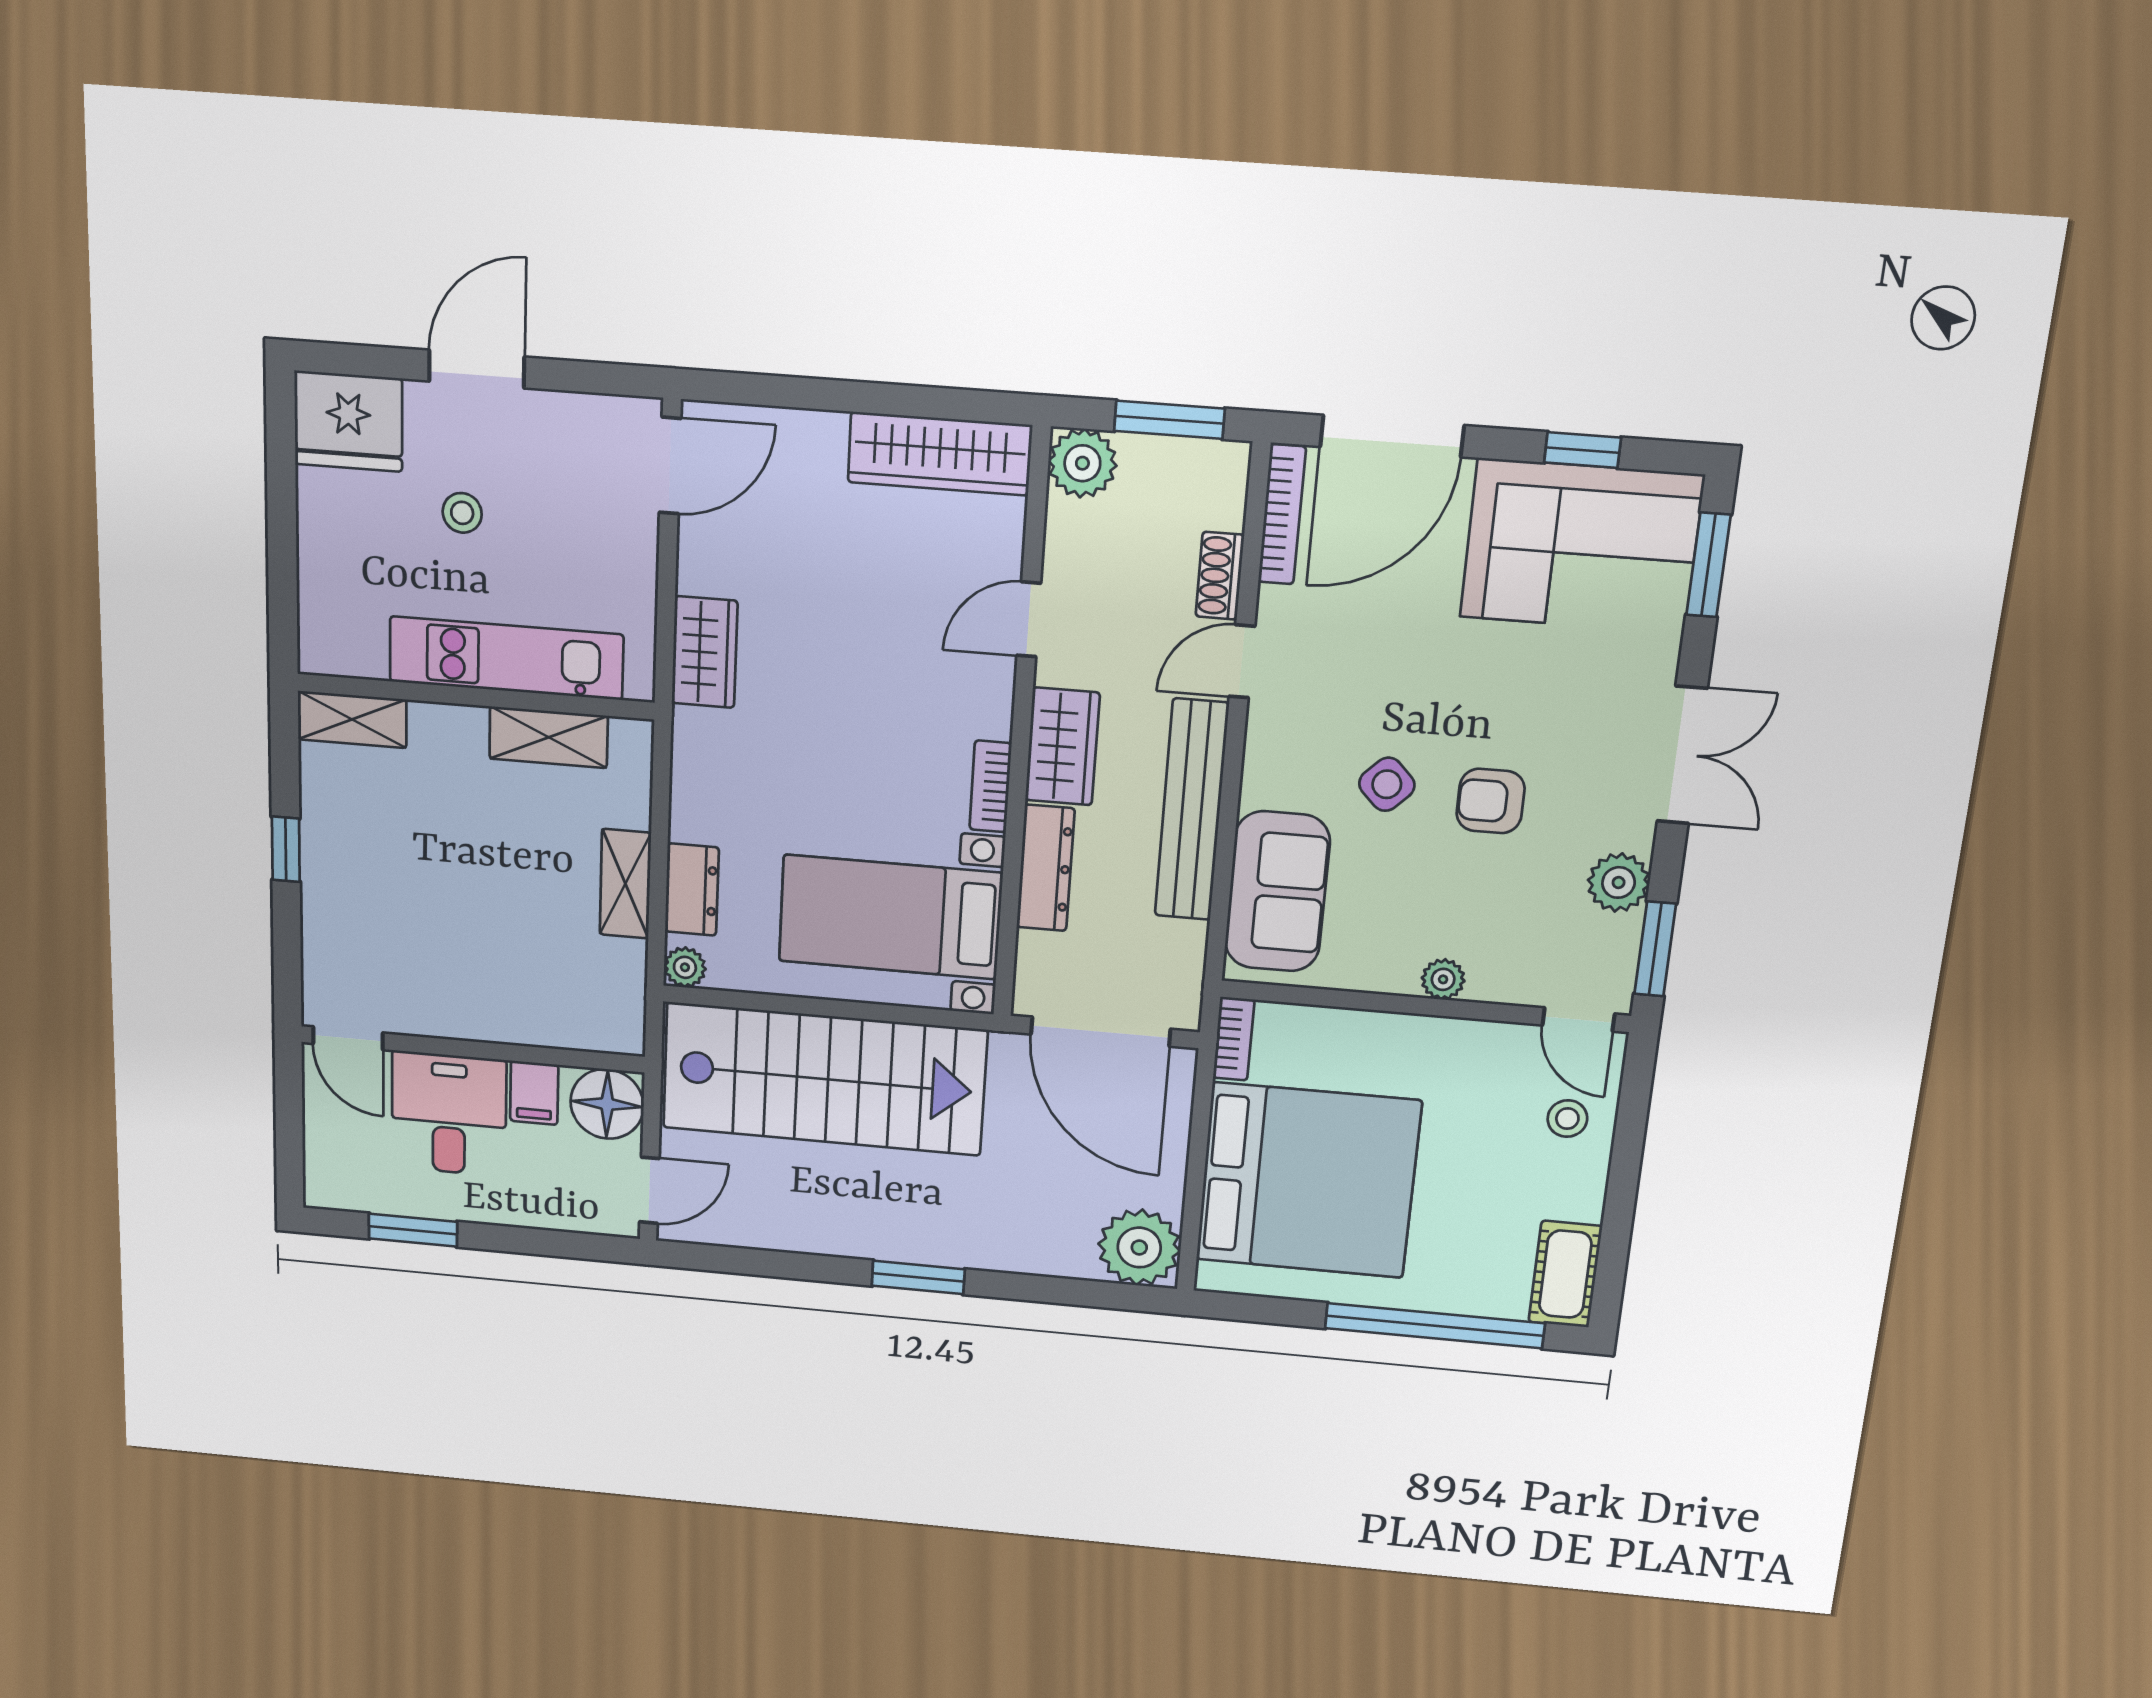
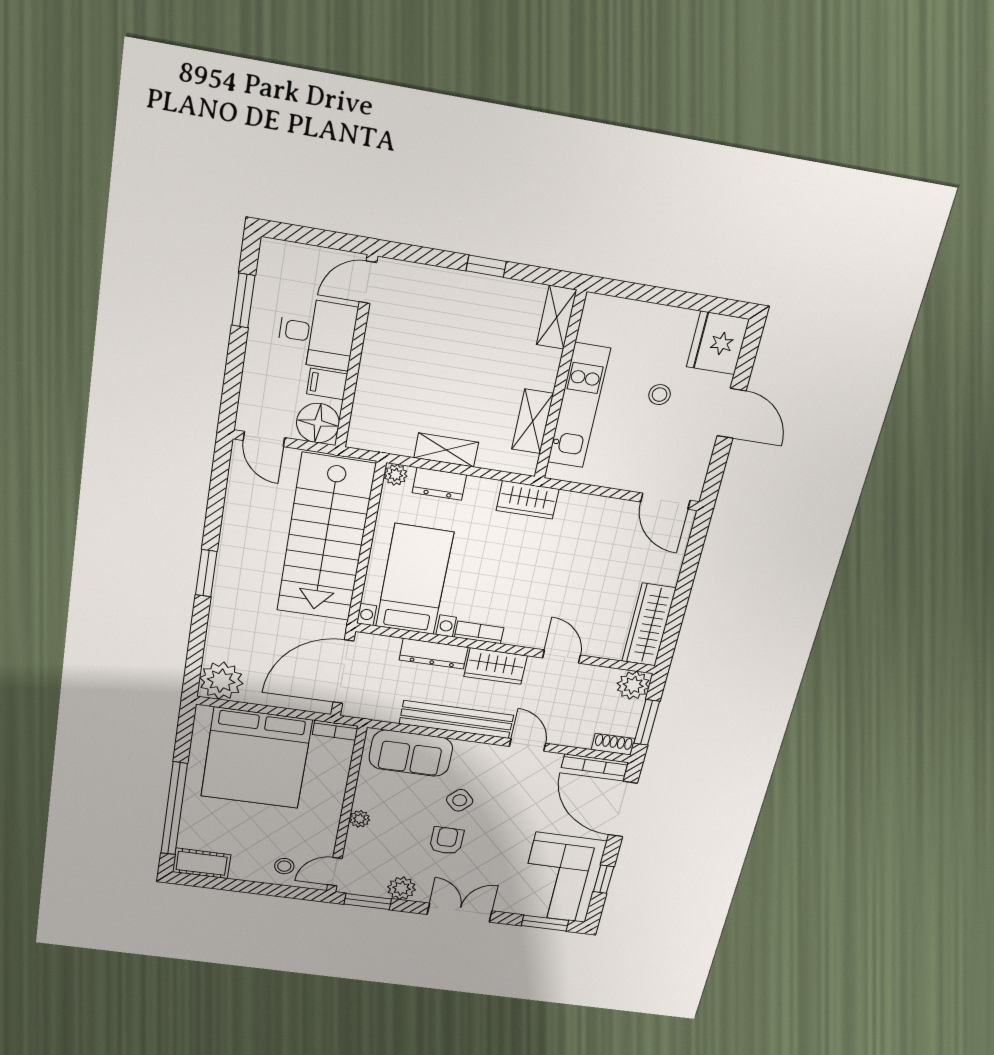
shoe rack: (1220, 576) -> (613, 744), moved
wardrobe: (705, 652) -> (527, 500), moved
double door: (1682, 755) -> (460, 913), swing flipped

